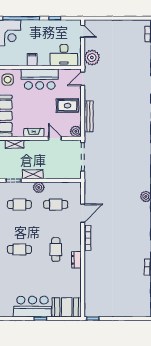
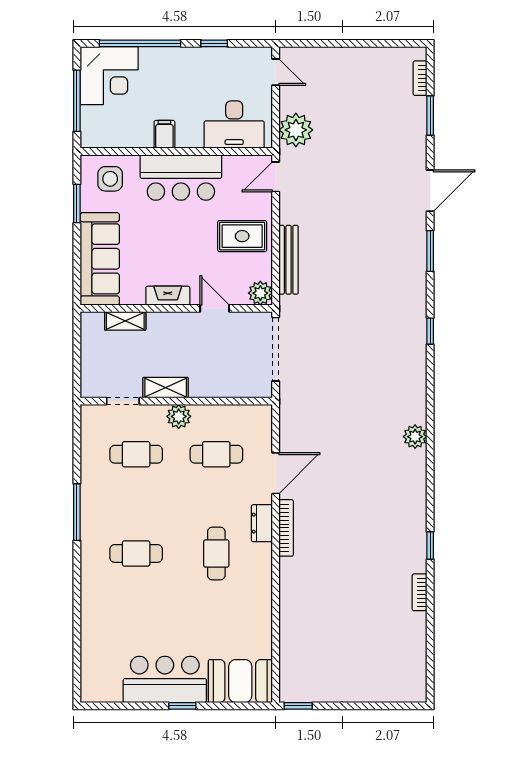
dresser: (76, 260) -> (262, 523), moved

